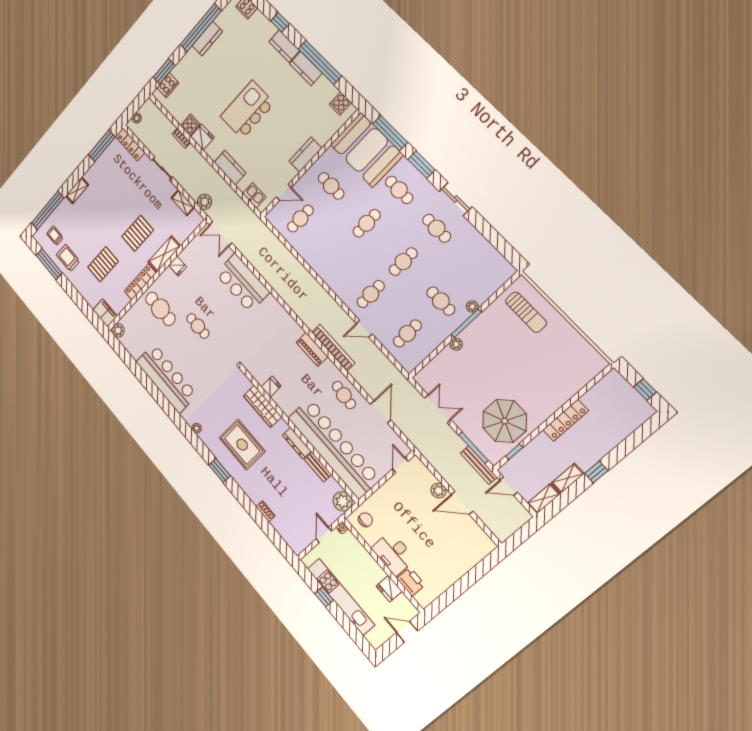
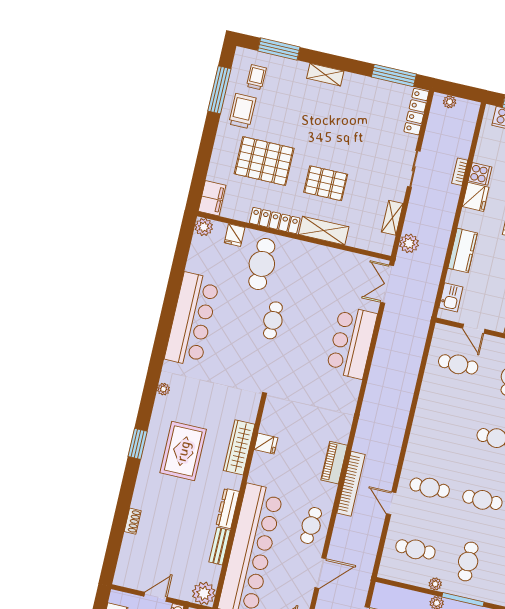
window: (48, 210) -> (279, 49), width x0.68
pallet: (103, 264) -> (264, 161), width x1.37, depth x1.41
fridge: (178, 266) -> (235, 235), moved
plant: (472, 307) -> (435, 584), moved

